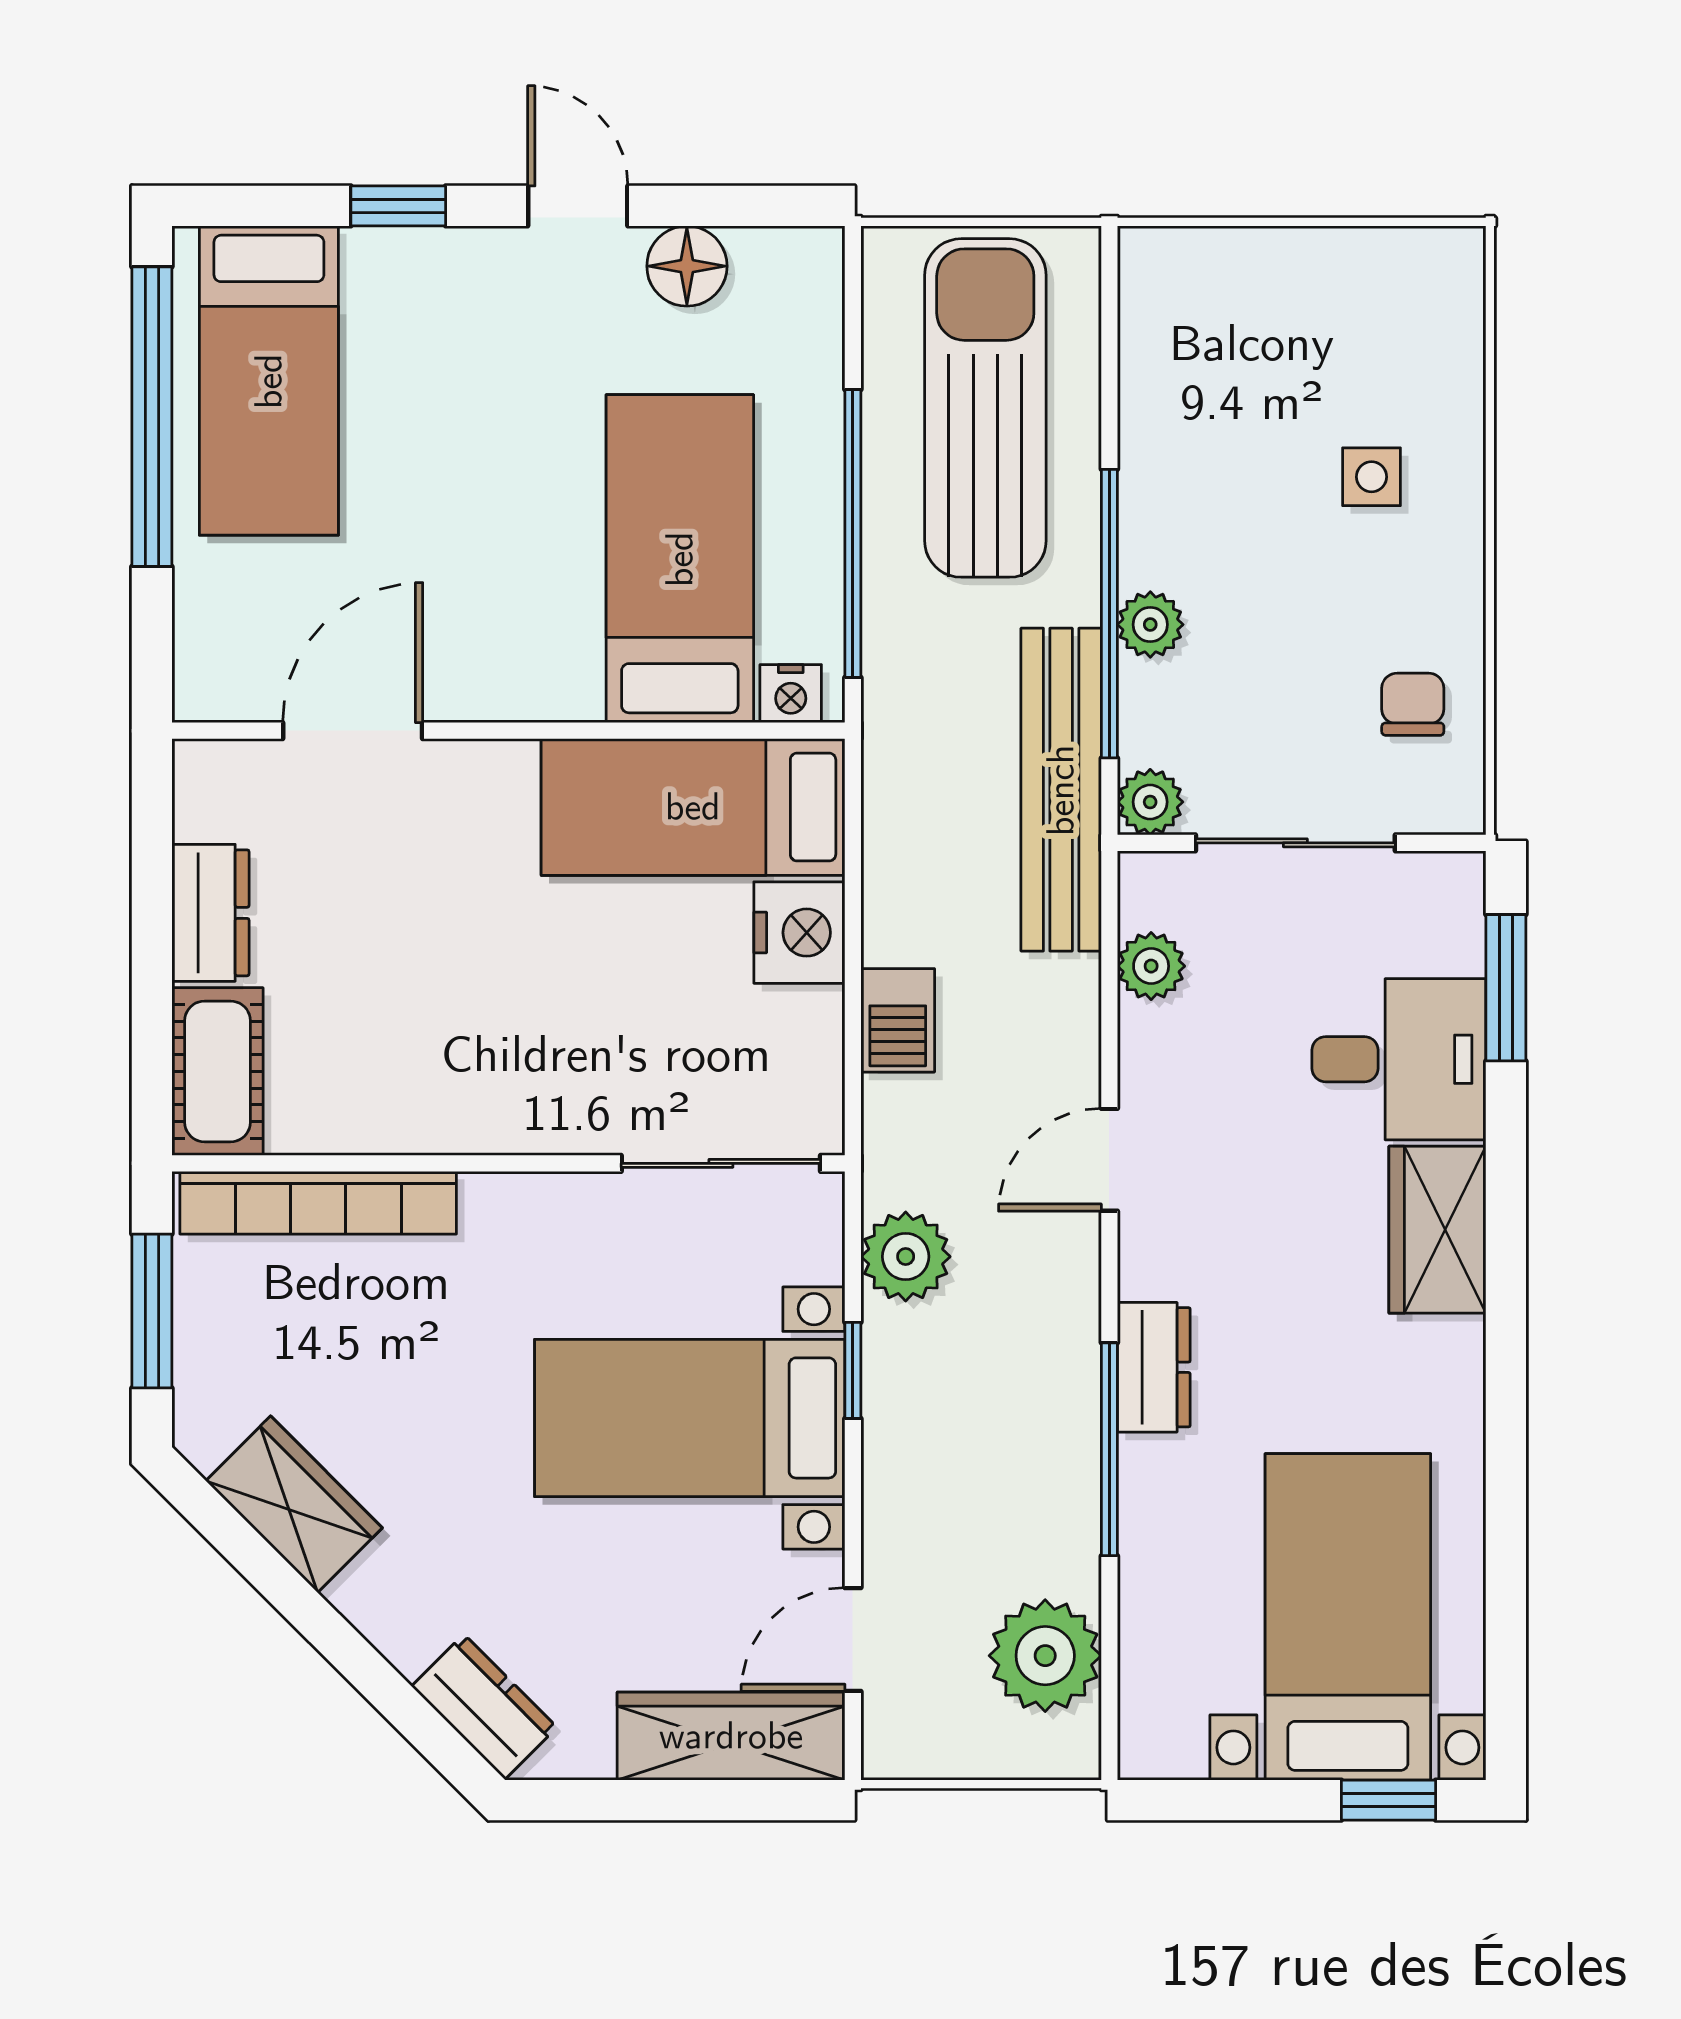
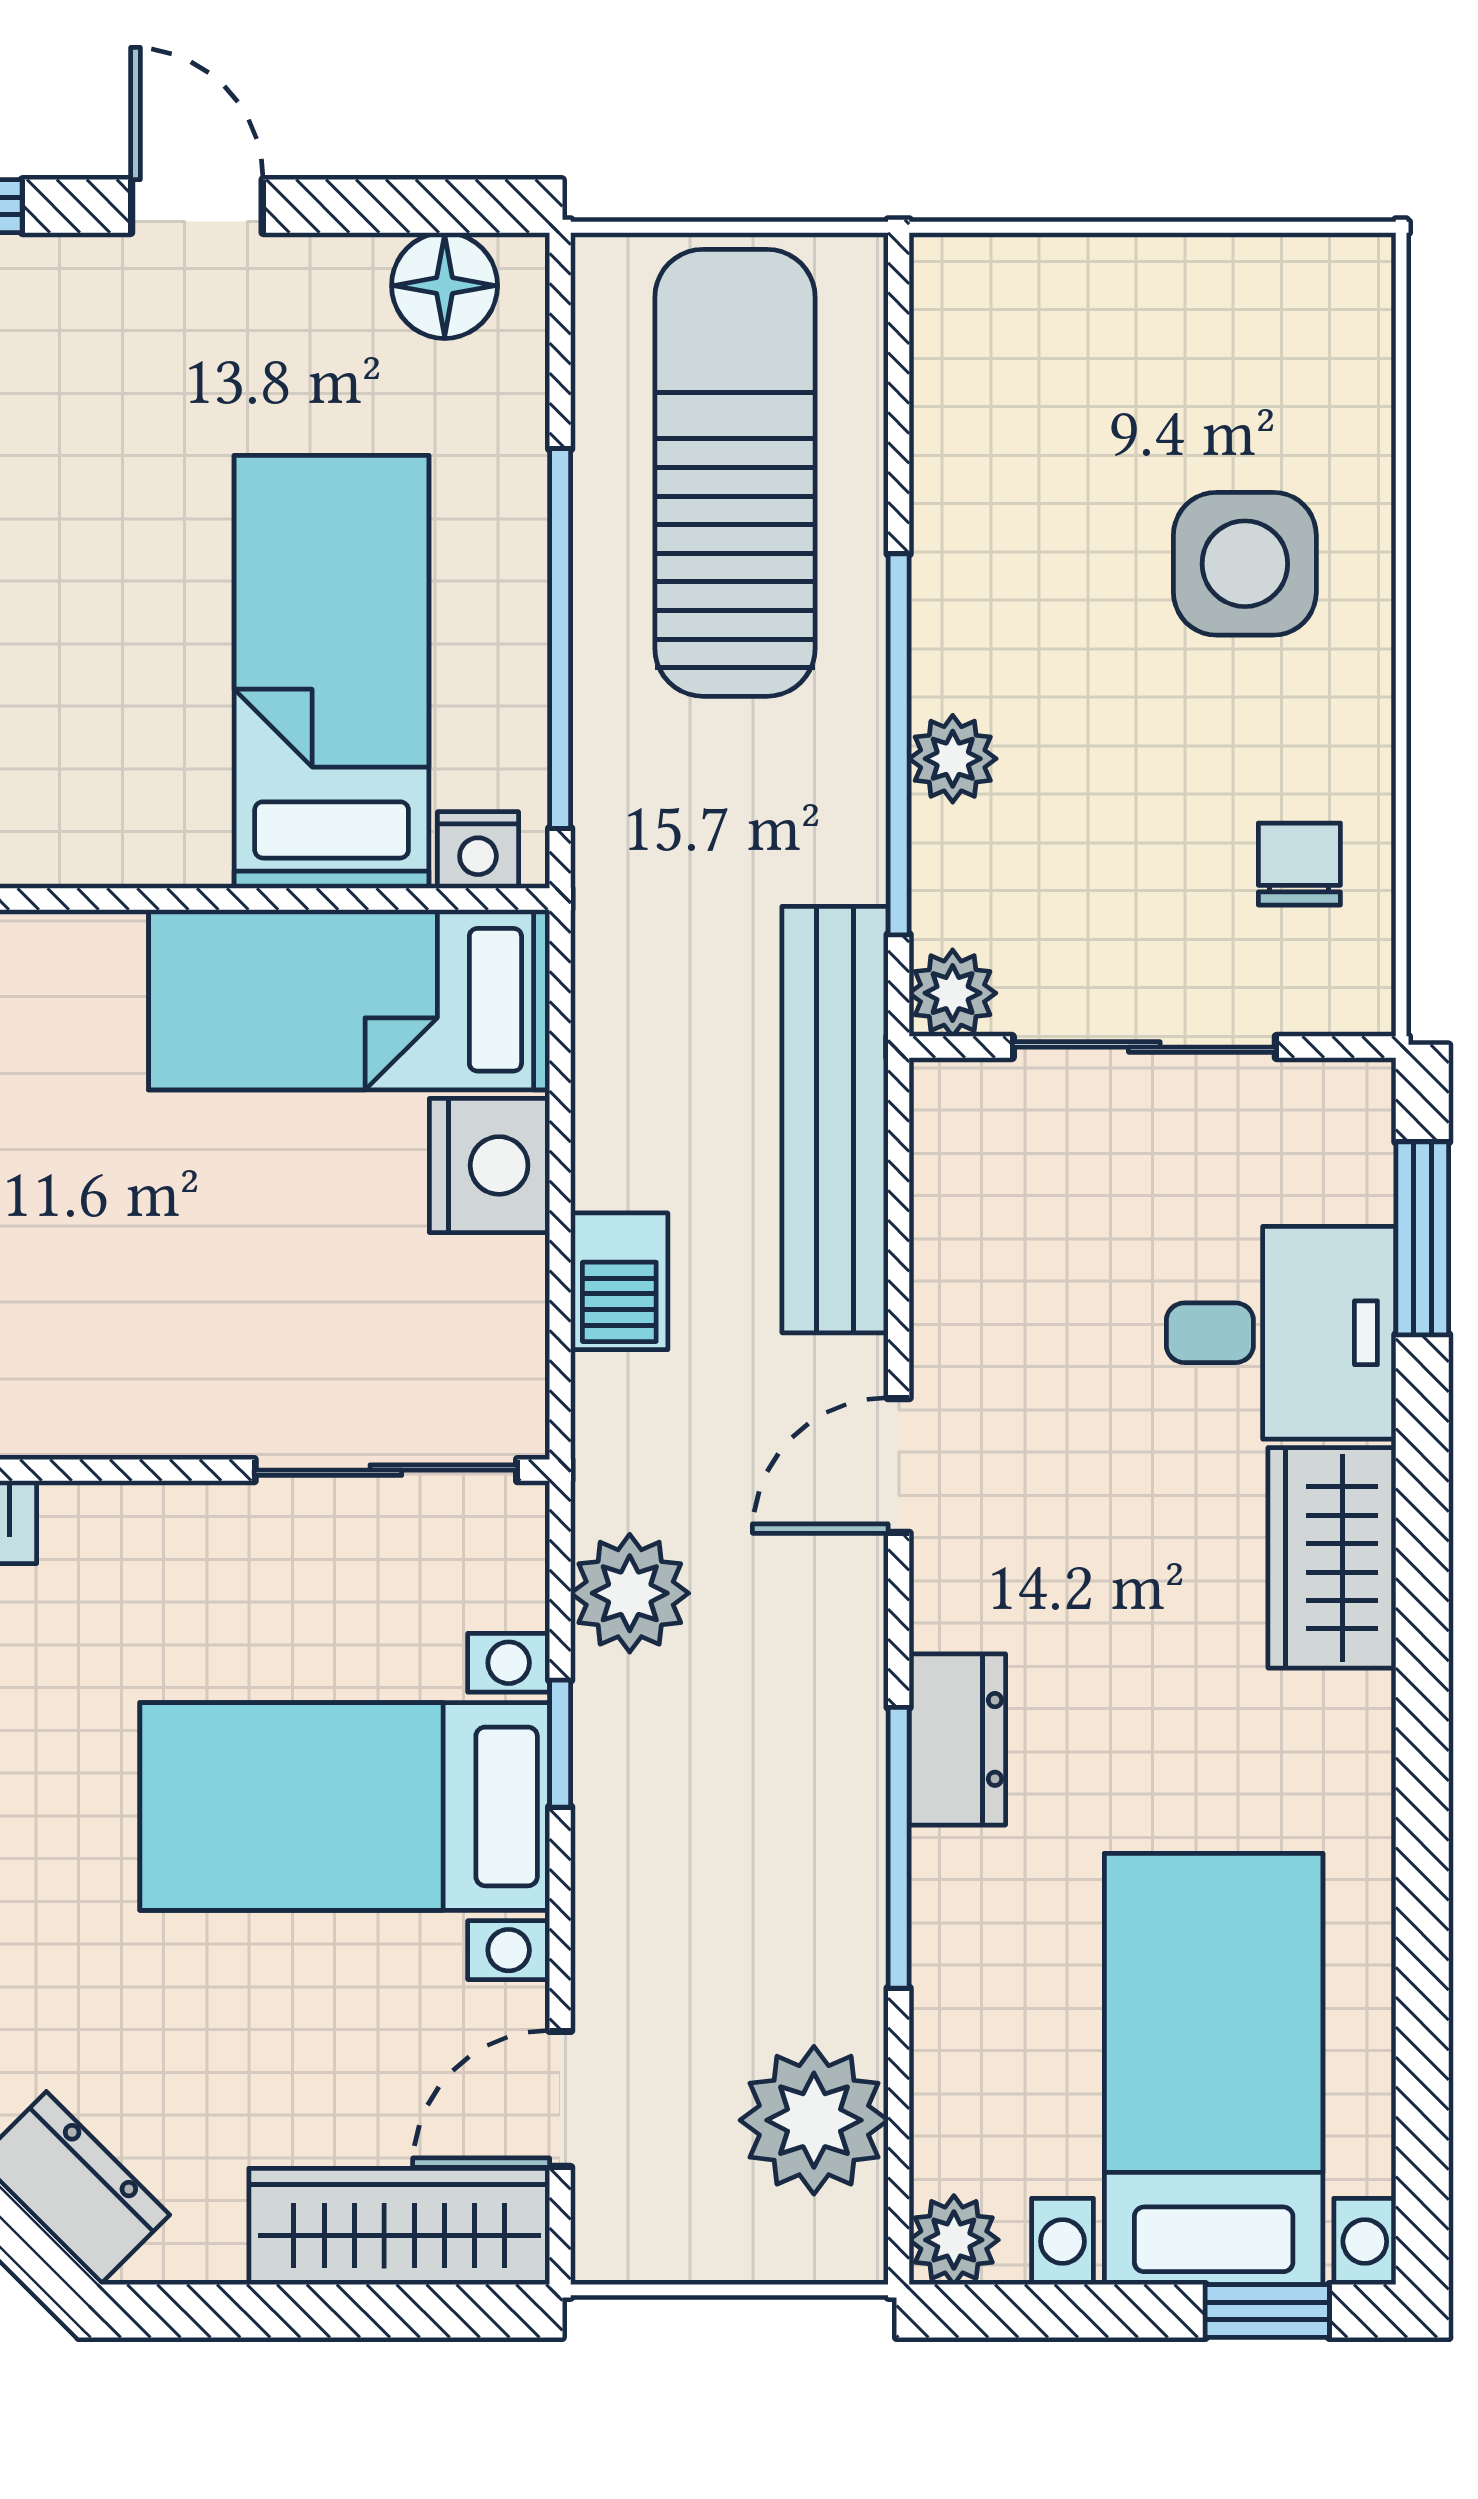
floor lamp: (687, 266) -> (445, 286), moved
side table: (1372, 477) -> (1245, 564), width x1.87, depth x1.87
bench: (1061, 790) -> (835, 1120), moved
plant: (1151, 966) -> (954, 2240), moved

